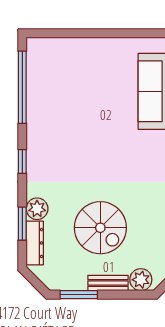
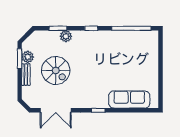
spiral stairs: (100, 228) -> (56, 70), turned -90
dresser: (35, 243) -> (47, 35), removed
plant: (141, 280) -> (28, 57), moved

